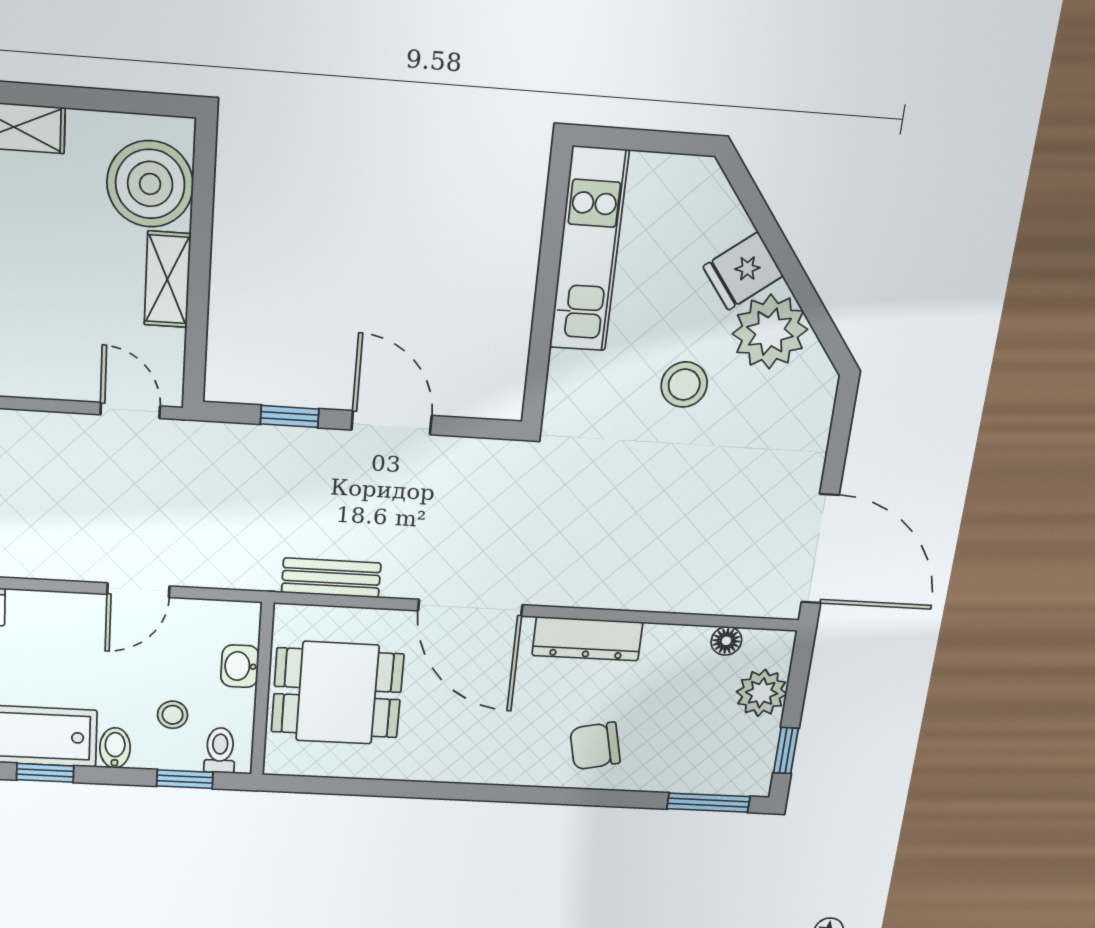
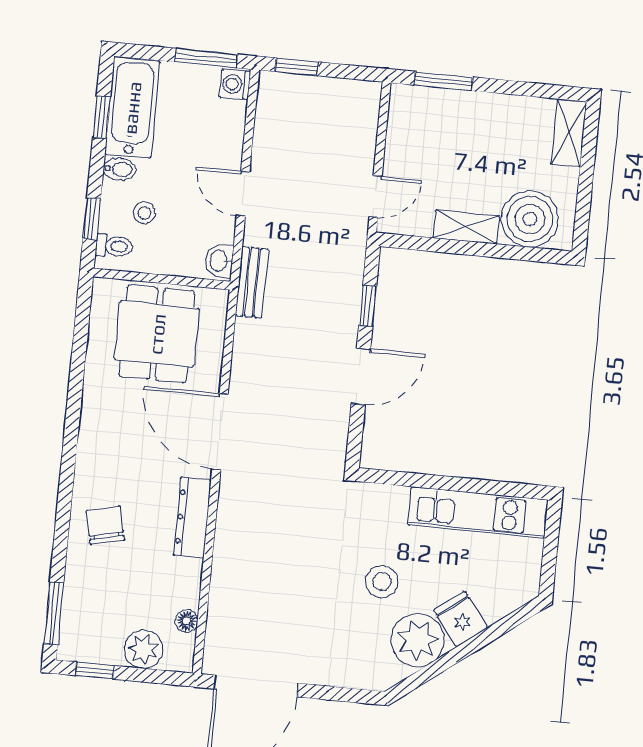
bench: (331, 578) -> (252, 282), moved
door: (470, 608) -> (220, 432), hinge flipped
washbasin: (240, 666) -> (219, 261), moved, turned -90

